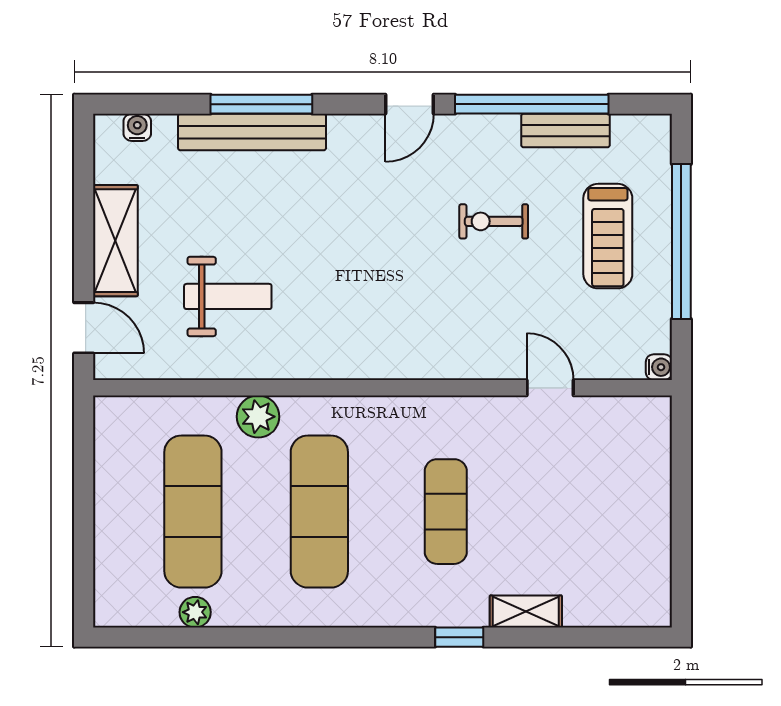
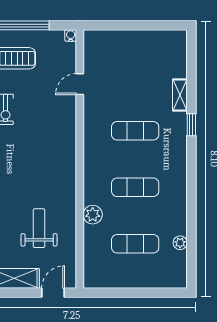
exercise mat: (193, 512) -> (135, 244), width x0.73, depth x0.69
exercise mat: (319, 512) -> (135, 187), width x0.73, depth x0.69

